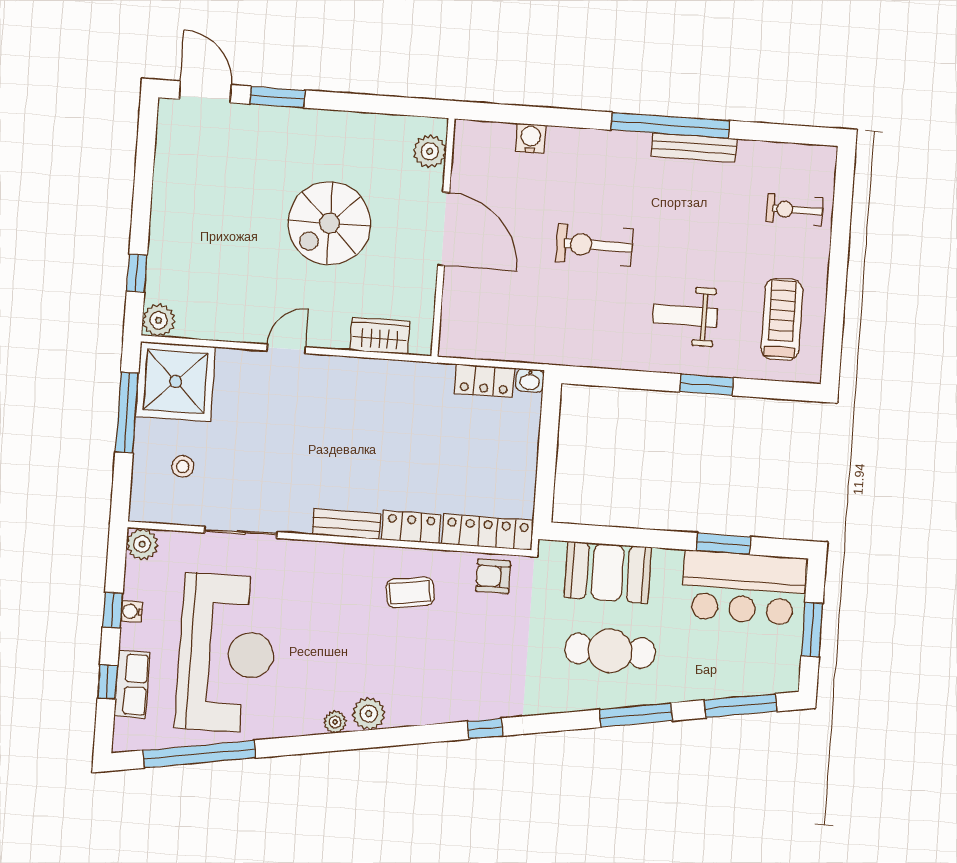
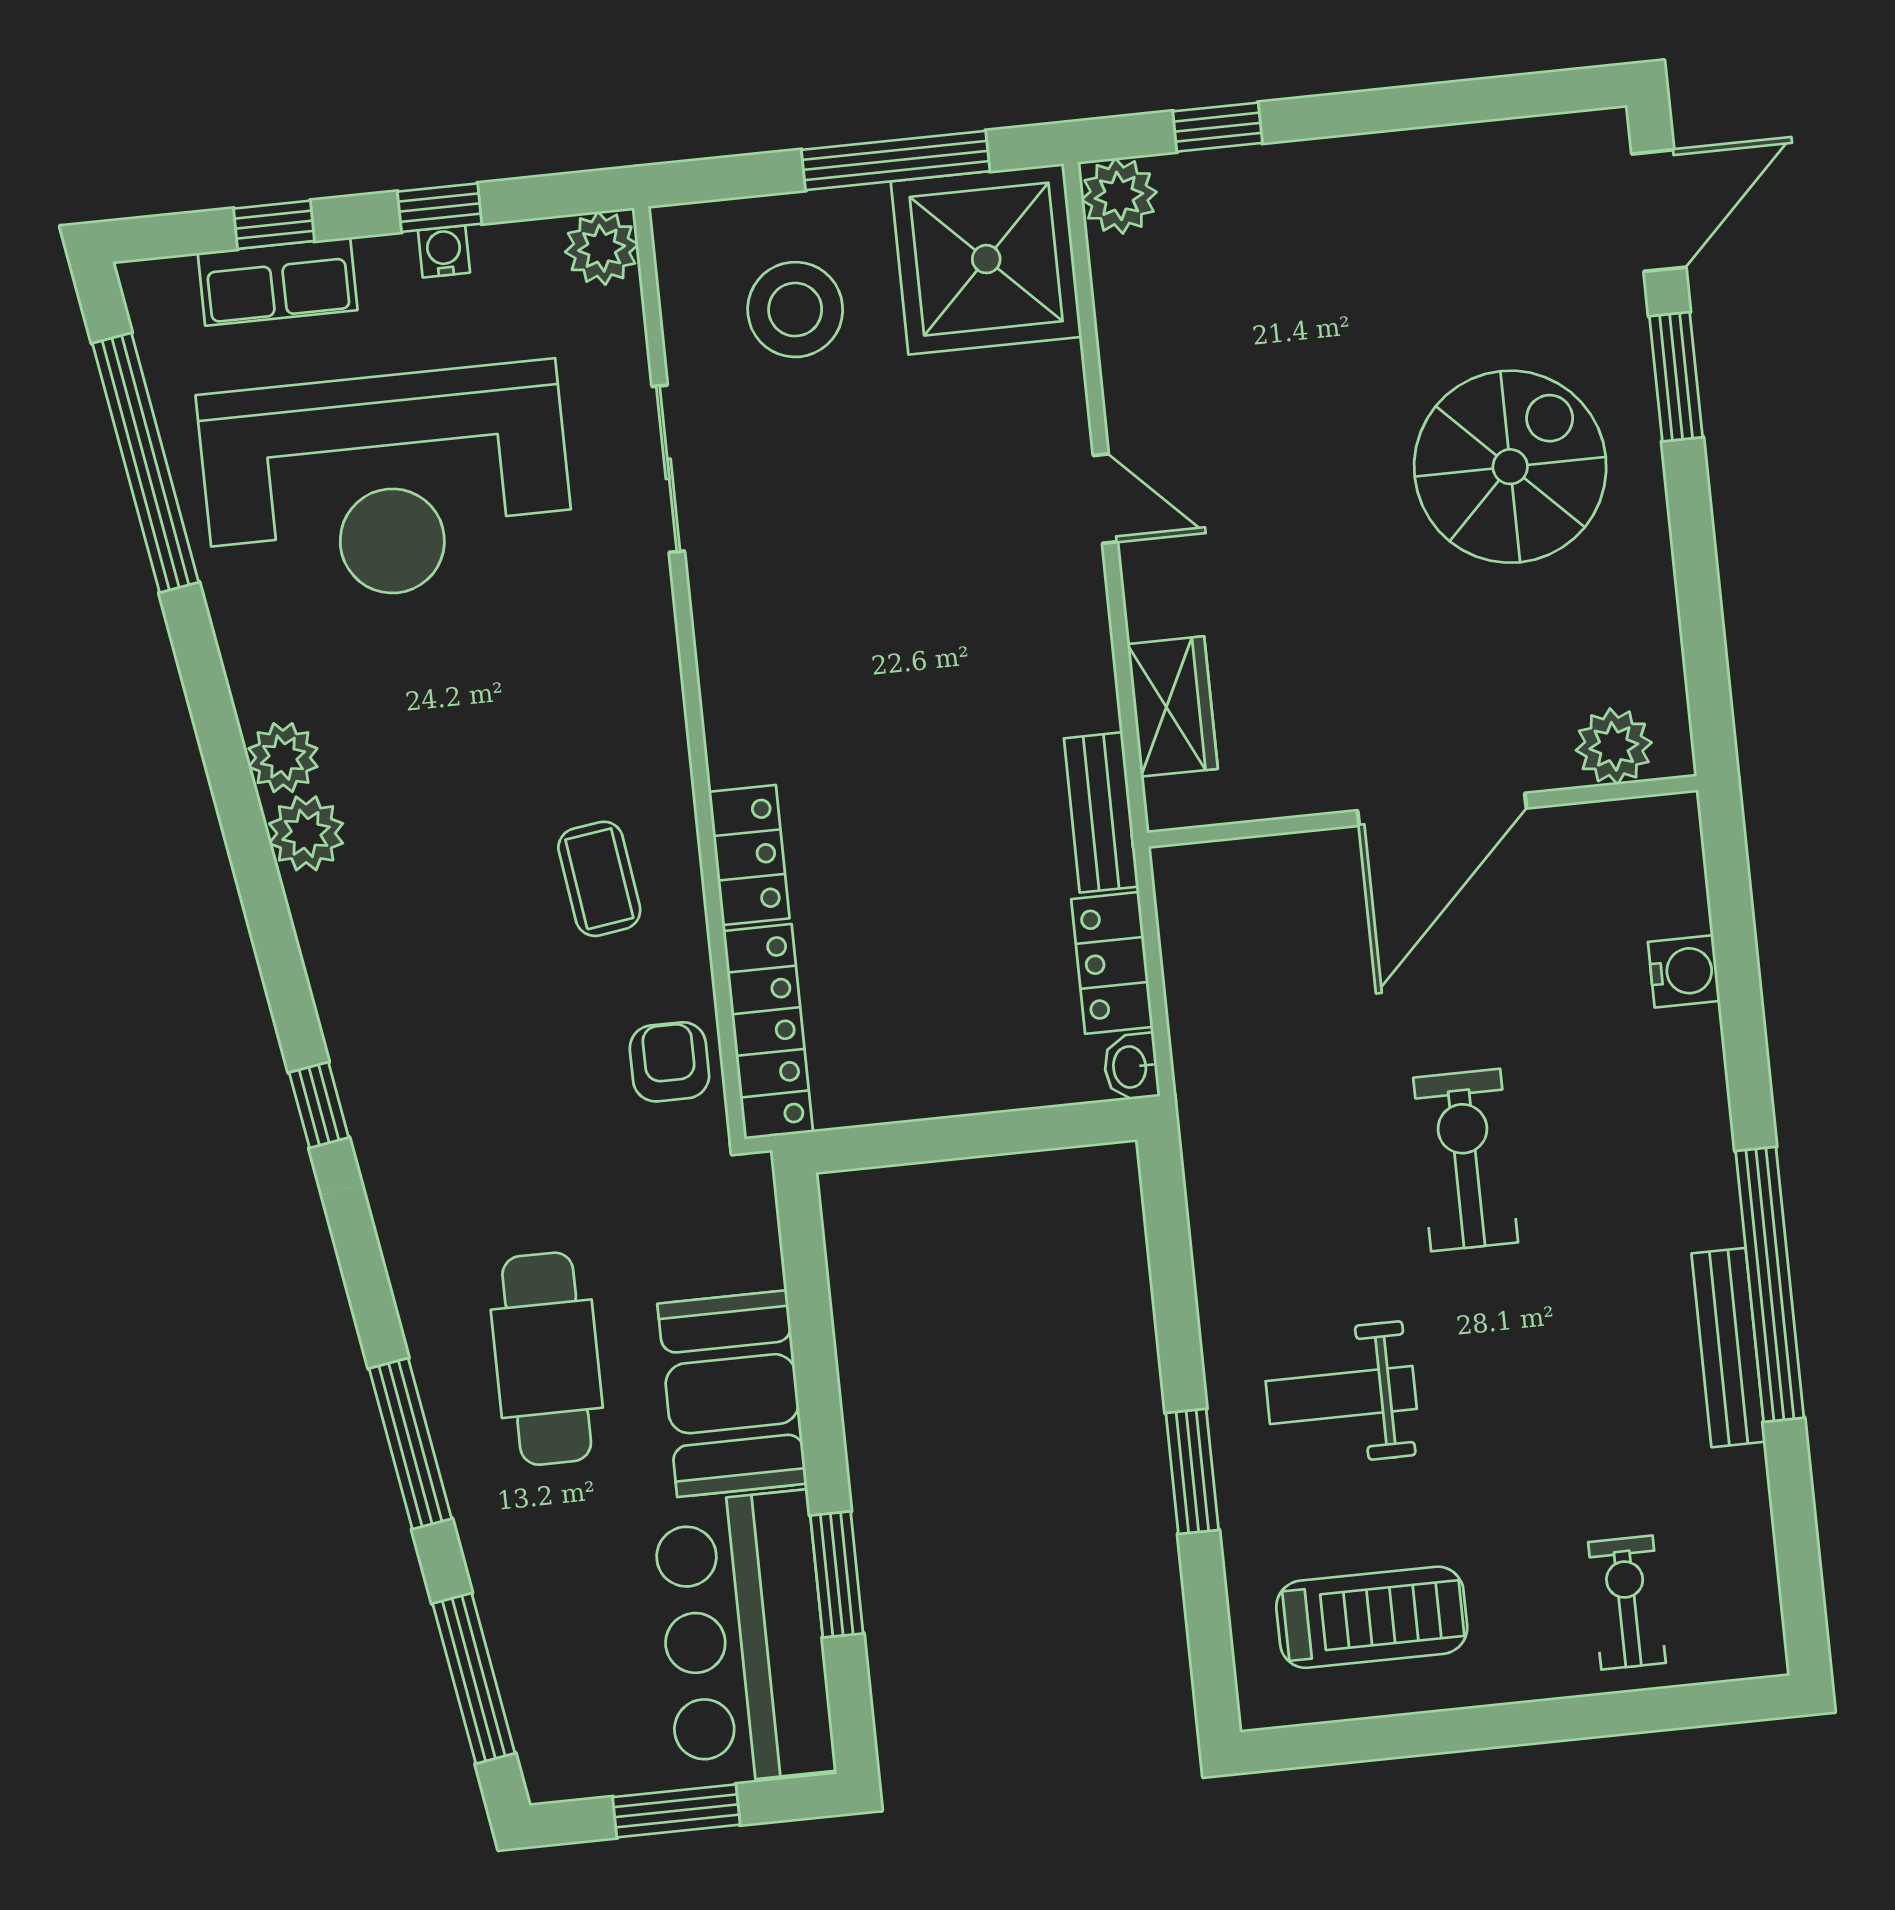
spiral stairs: (329, 223) -> (1510, 467), moved, turned 90
weight bench: (685, 316) -> (1341, 1395), turned -90
stool: (183, 467) -> (795, 310), width x1.89, depth x1.89
bench: (346, 524) -> (1101, 812), moved
booth: (608, 572) -> (732, 1394), moved
plant: (335, 722) -> (283, 758), width x1.38, depth x1.38

